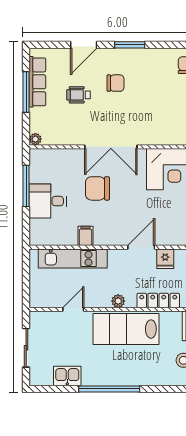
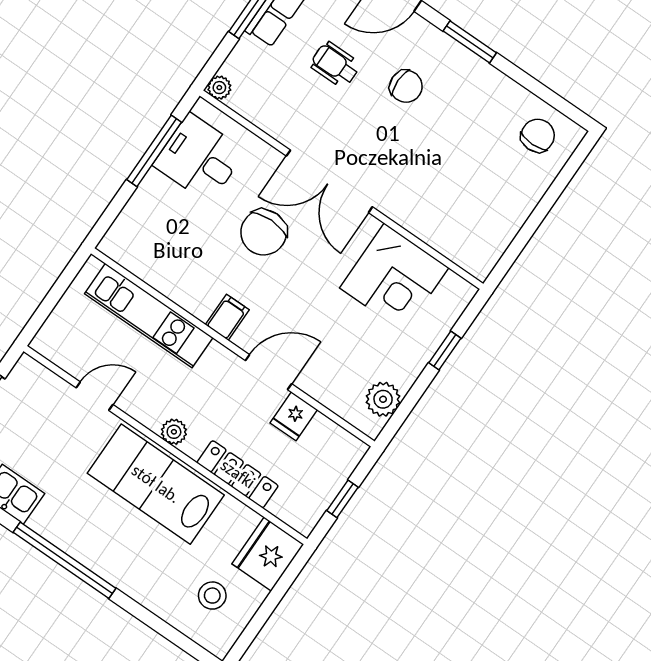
chair: (98, 188) -> (264, 232), turned -90
desk: (48, 201) -> (199, 158), moved
filing cabinet: (85, 236) -> (227, 317), moved

